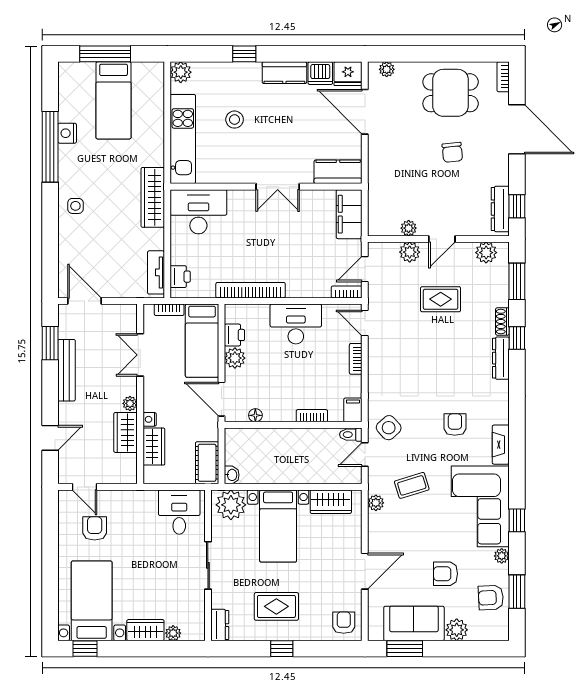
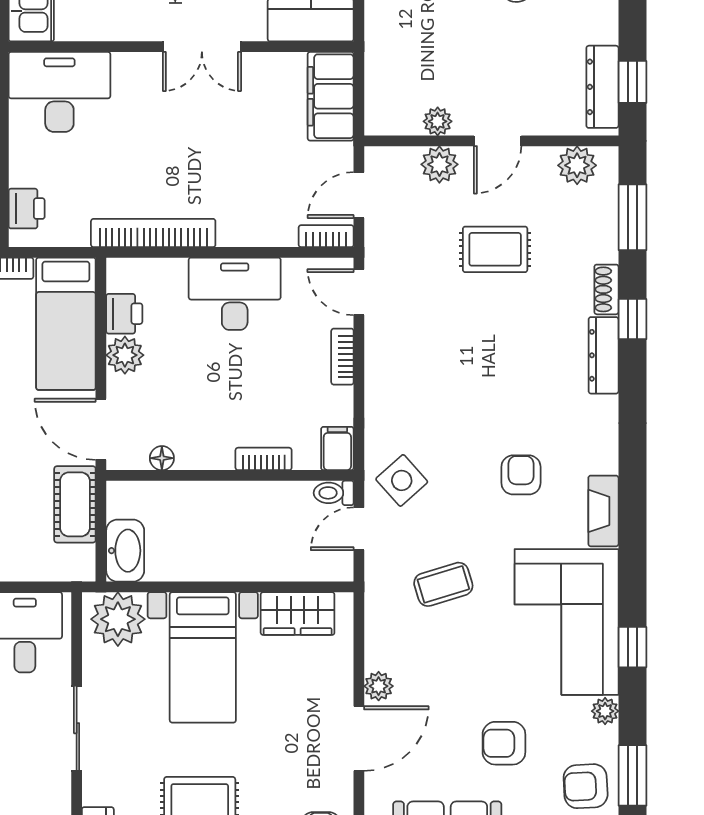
cot: (207, 463) -> (75, 504), moved
washbasin: (232, 475) -> (125, 551), width x1.91, depth x1.45
plant: (376, 503) -> (379, 686), moved

